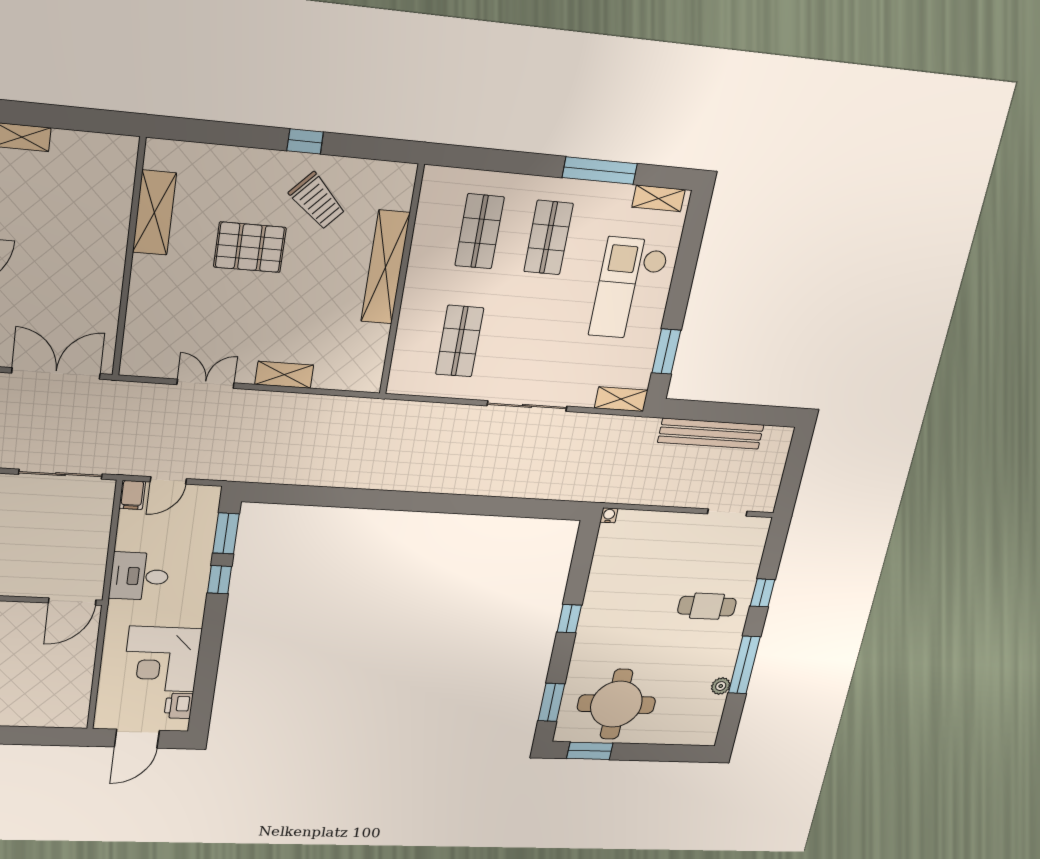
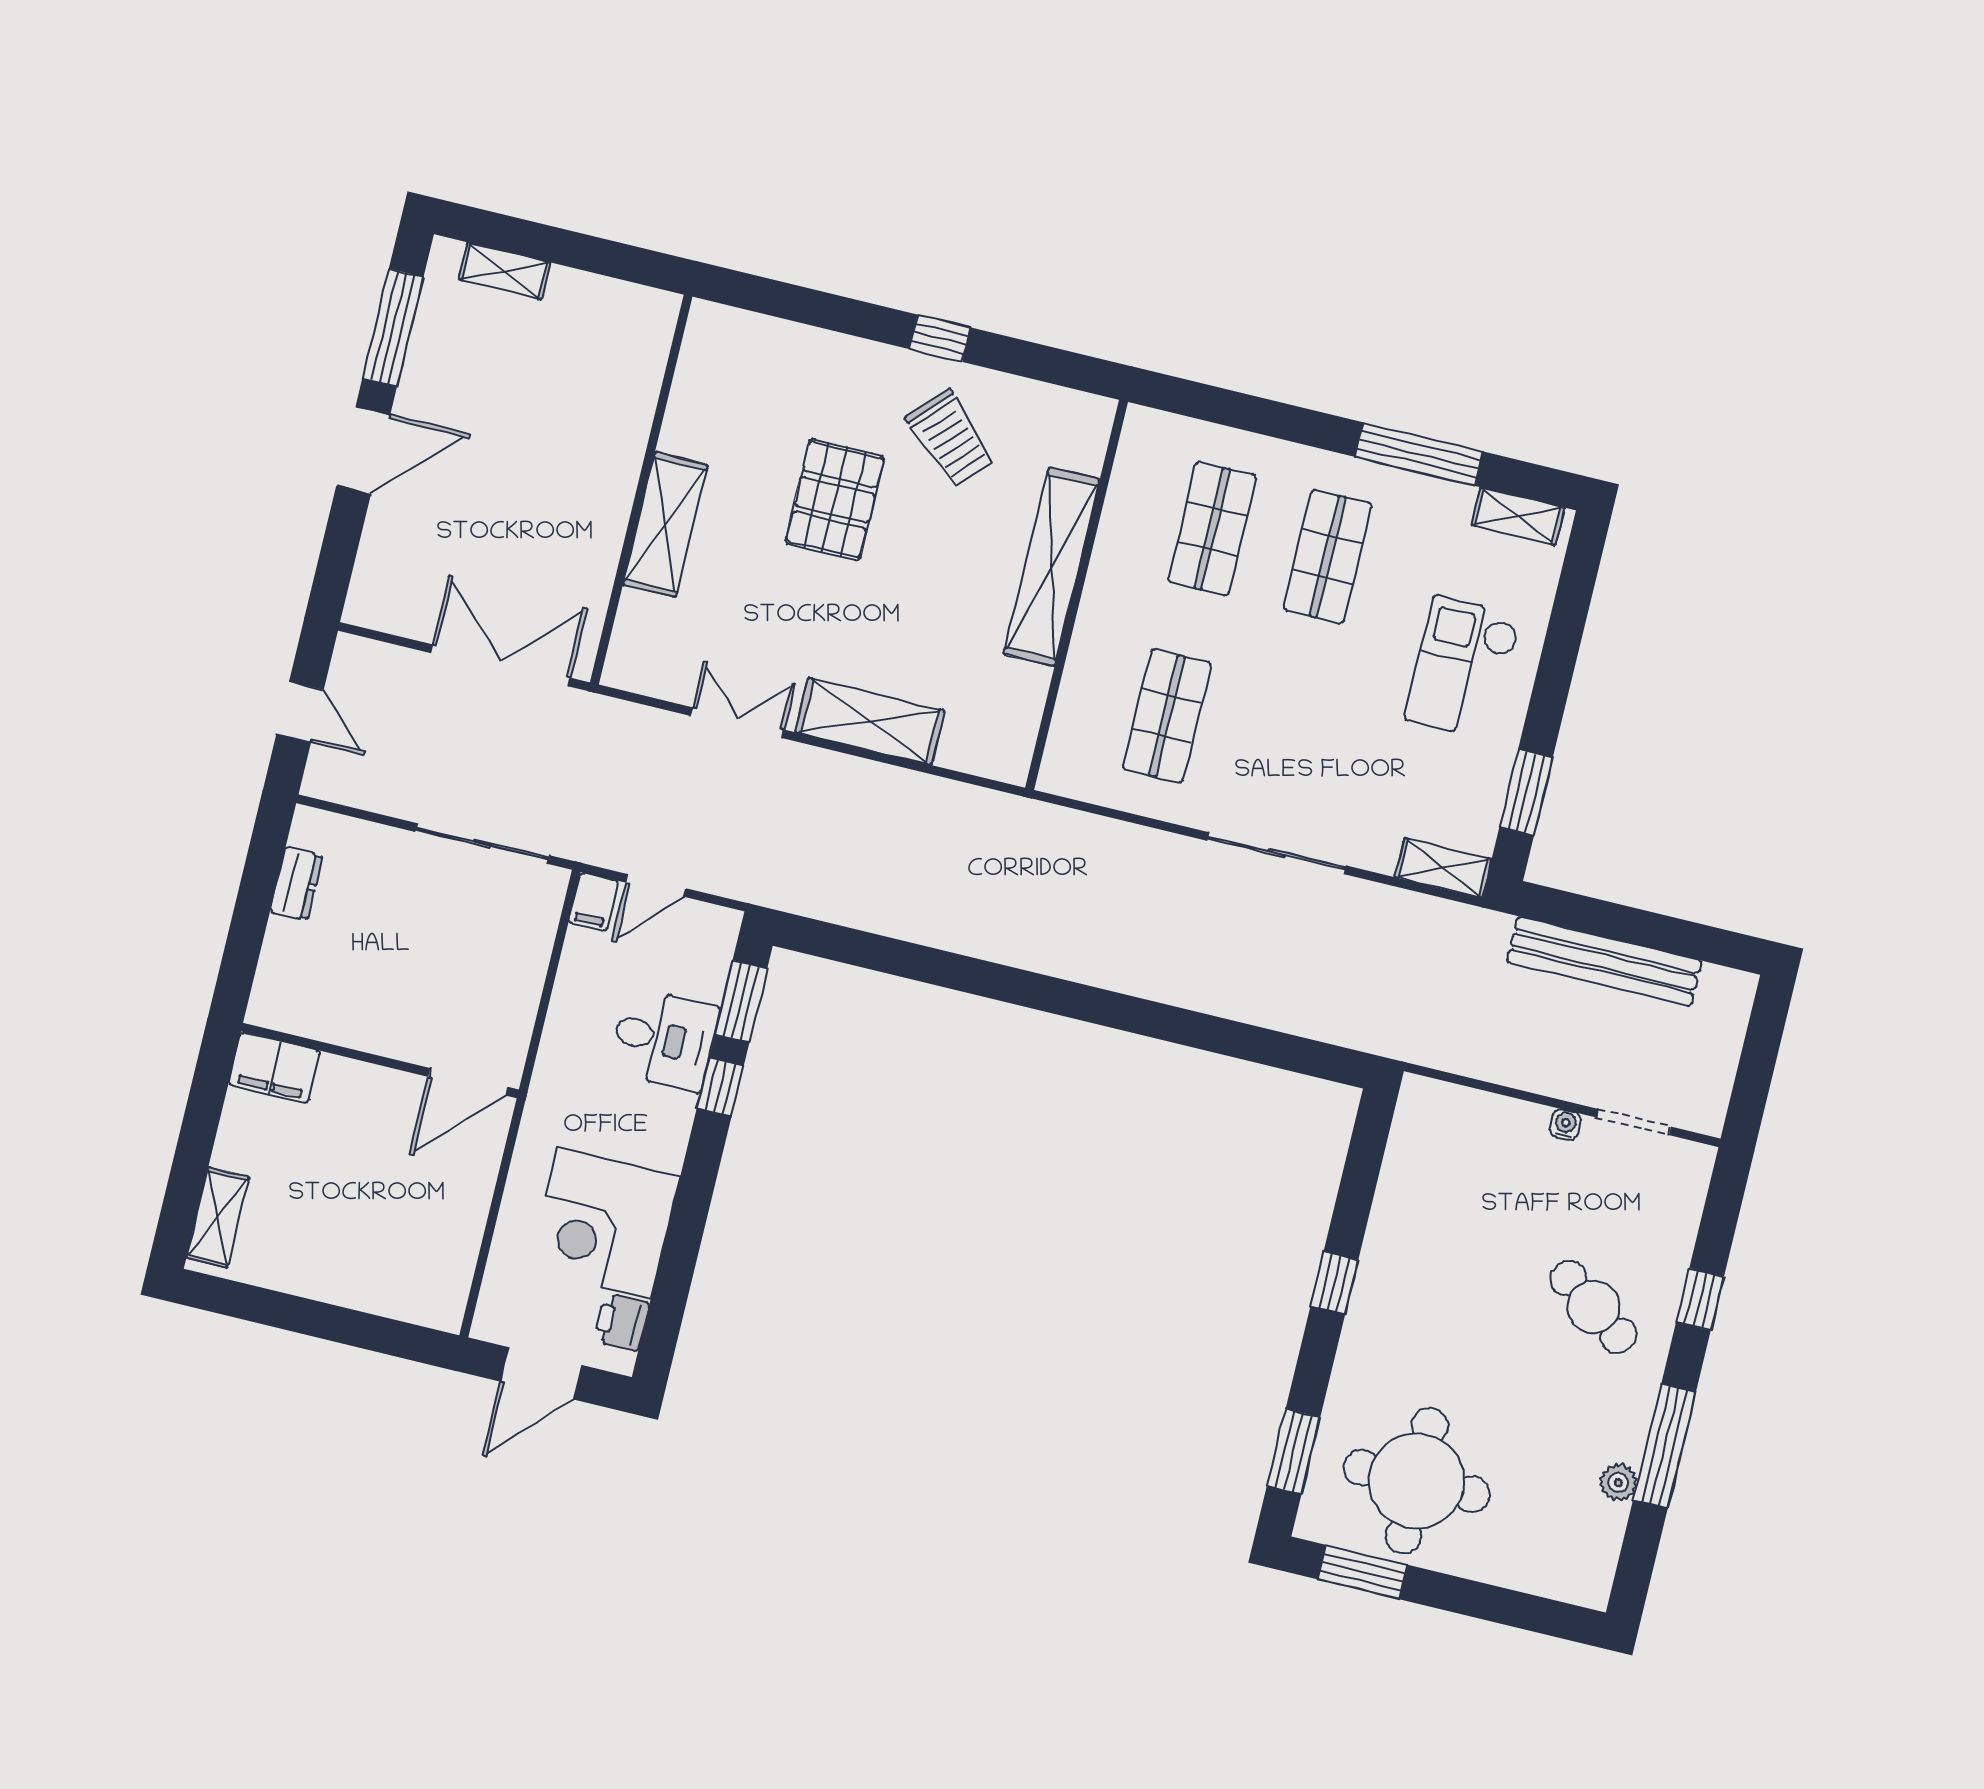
shelving: (154, 213) -> (665, 525), moved
pallet: (250, 247) -> (835, 500), turned 90
checkout: (629, 289) -> (1463, 667), width x0.73, depth x0.83
shelving: (284, 375) -> (870, 721), width x1.50, depth x1.33
water cooler: (609, 515) -> (1565, 1125), moved
desk: (139, 576) -> (664, 1039), moved, turned 180
cafe table: (707, 606) -> (1593, 1307), turned 35

